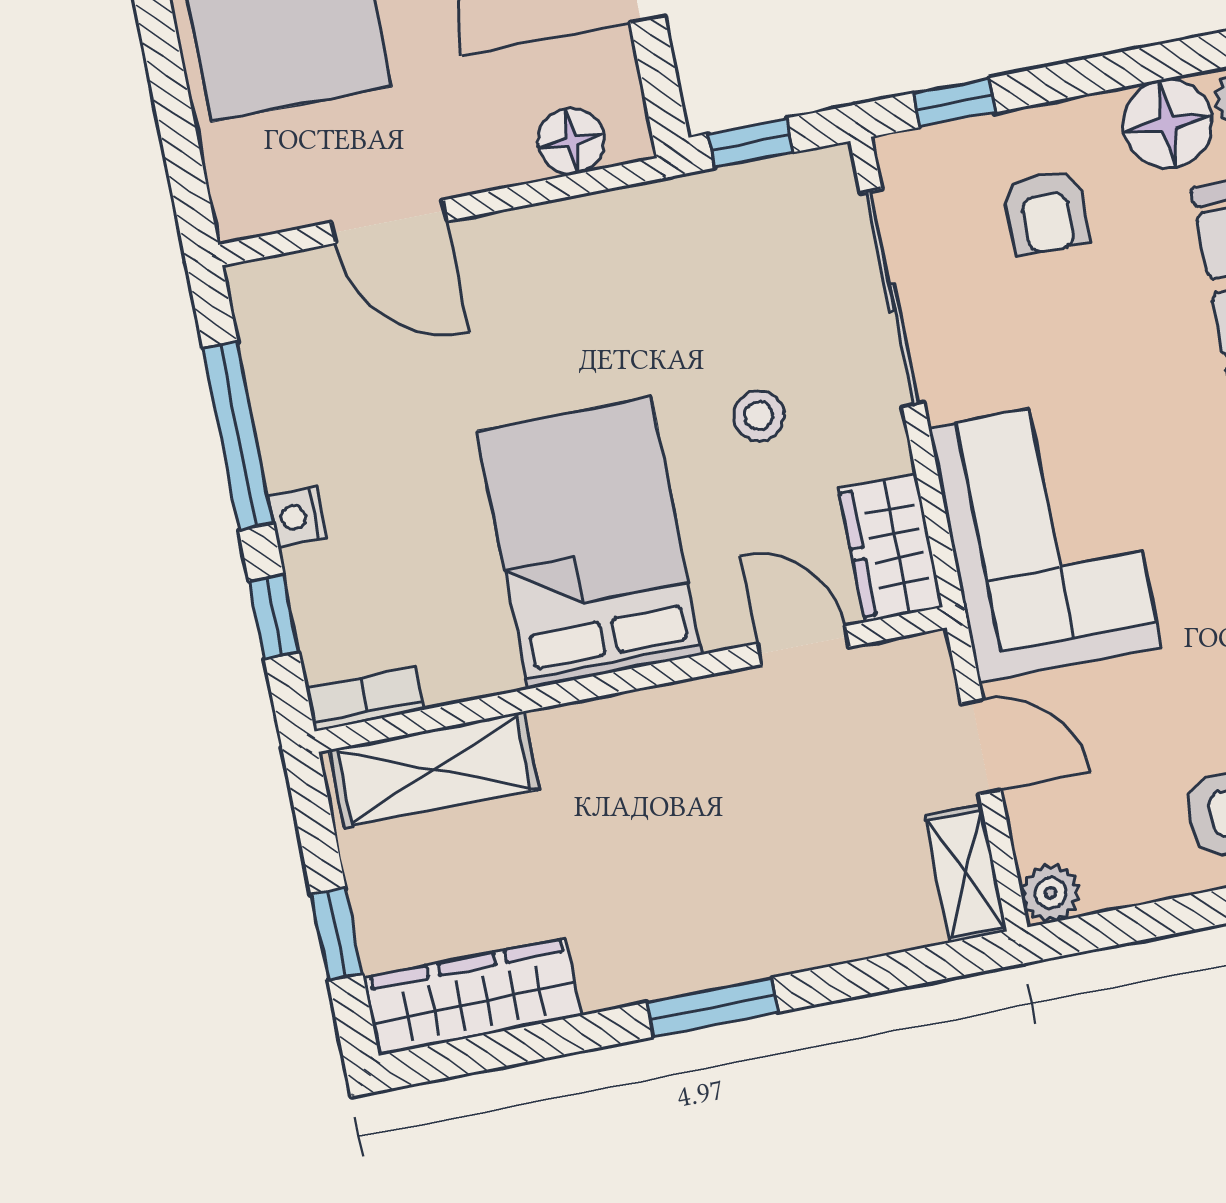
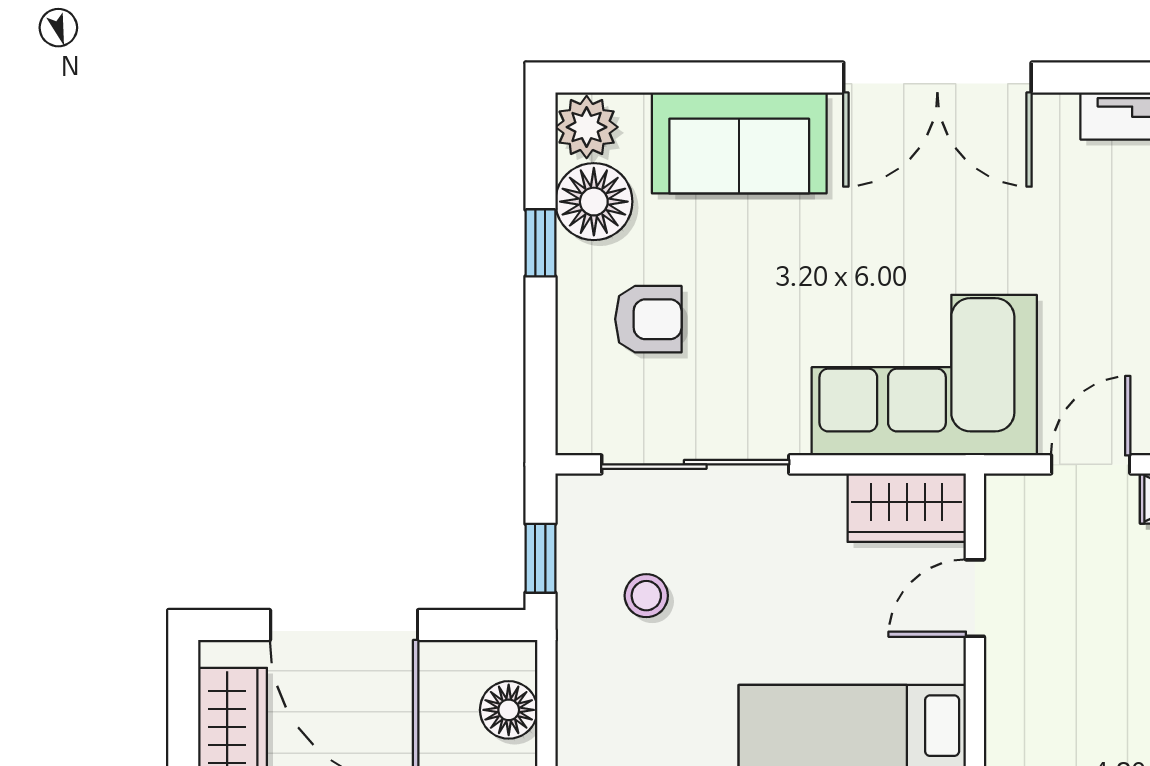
window: (954, 103) -> (540, 243), moved
stool: (759, 416) -> (646, 596), moved

